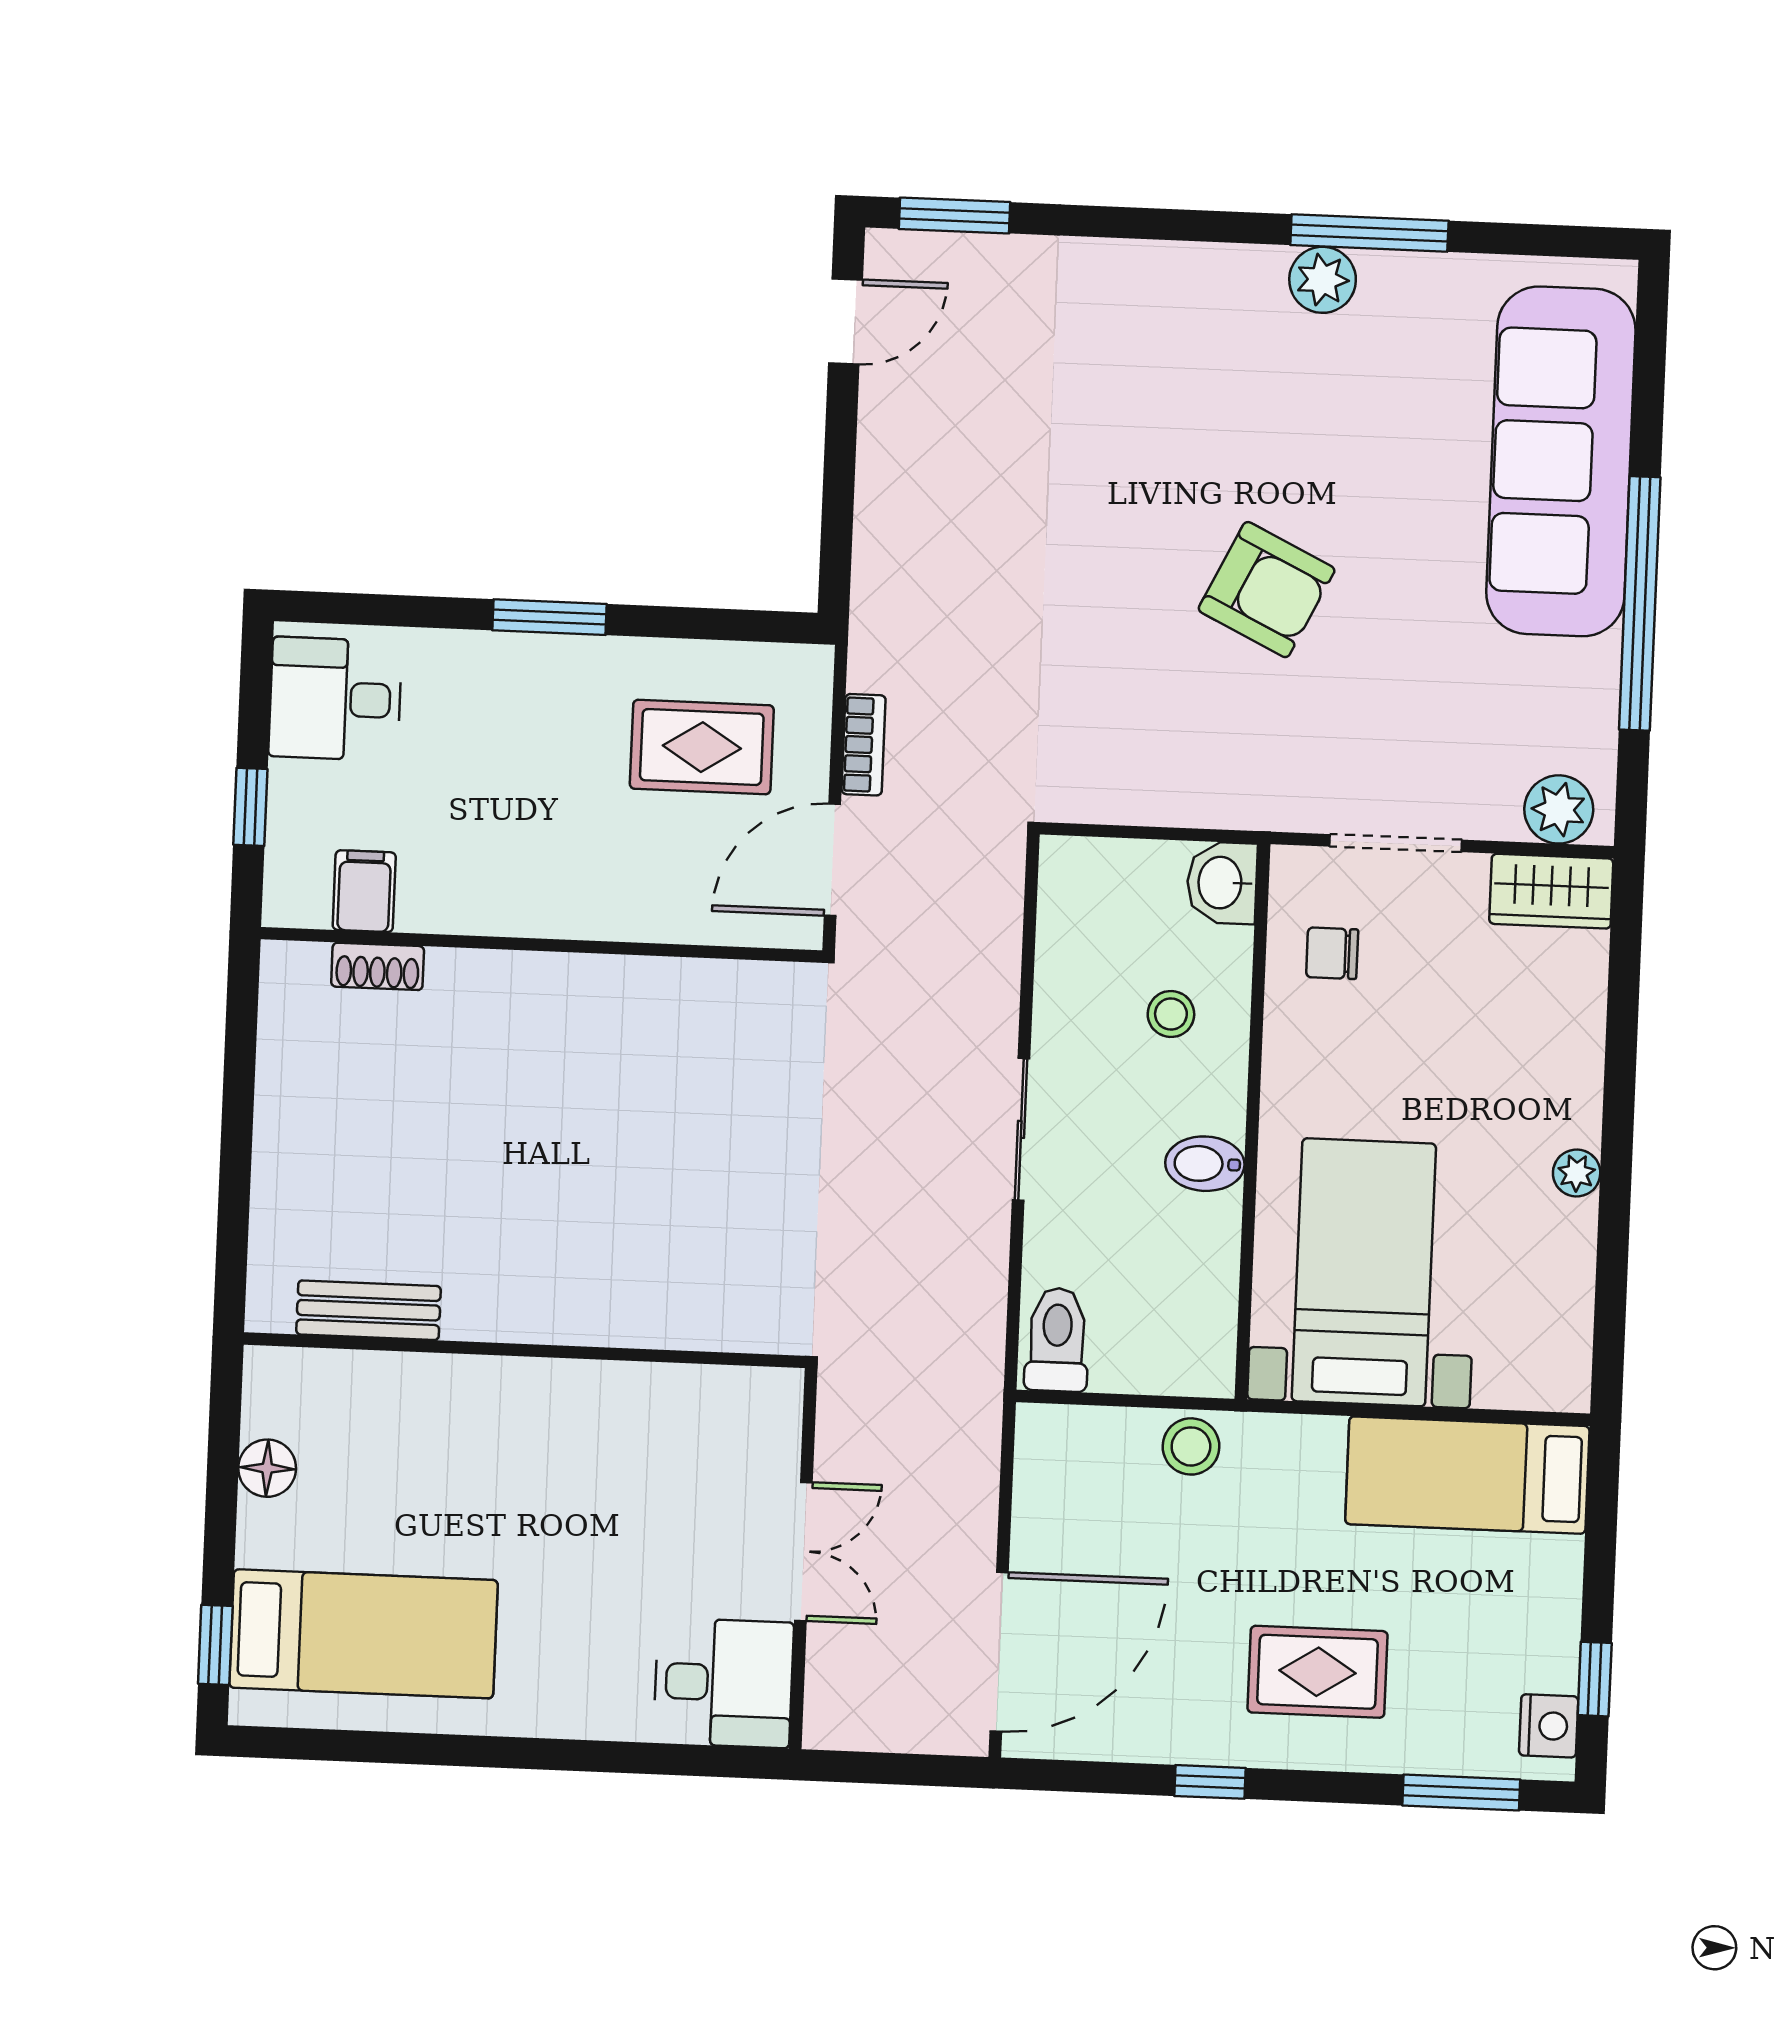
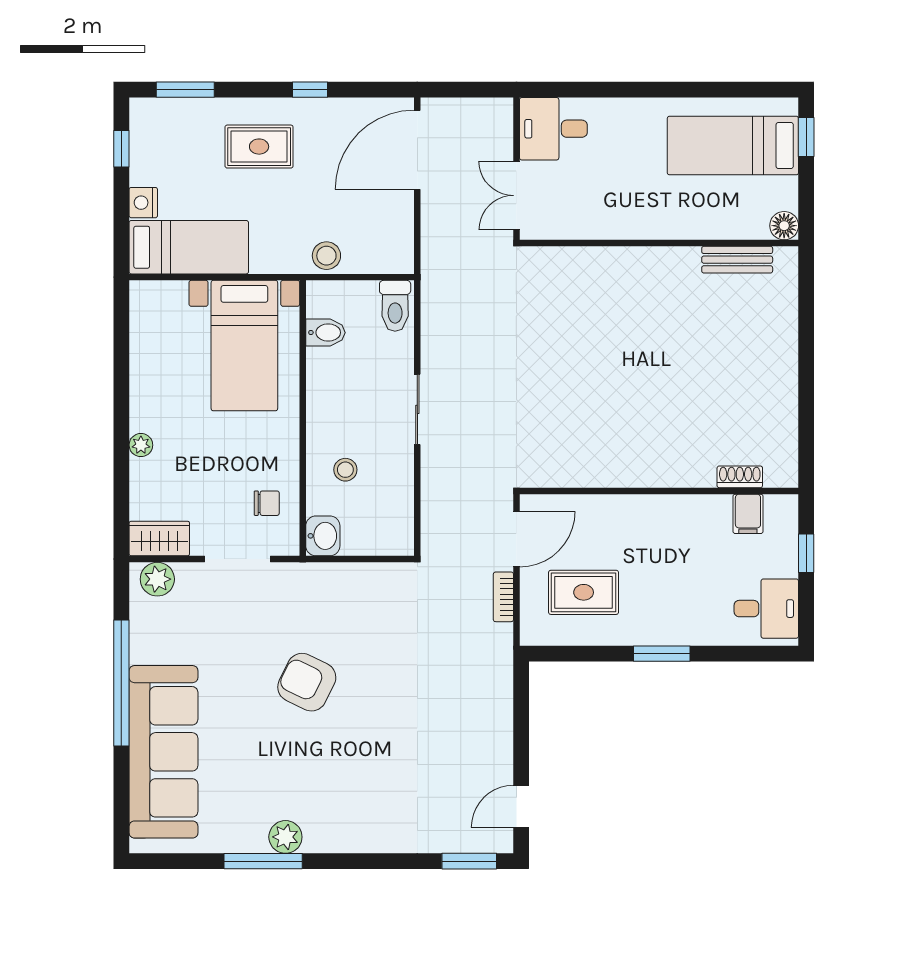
bidet: (1205, 1164) -> (325, 333), moved
plant: (1577, 1173) -> (141, 445), moved
bench: (368, 1310) -> (737, 260), moved
wall: (524, 1350) -> (659, 243), moved
nightstand: (1549, 1726) -> (143, 203), moved

